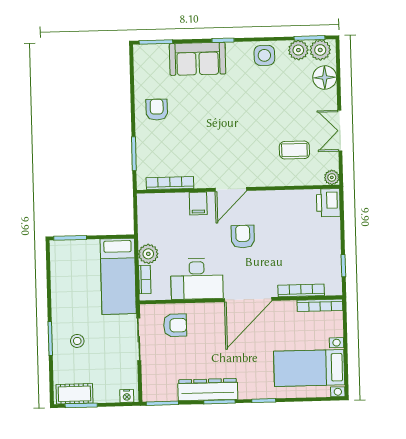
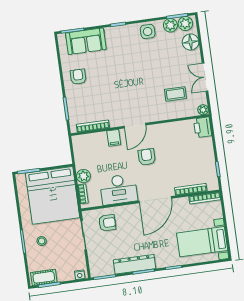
sofa: (198, 59) -> (86, 41), moved
bed: (118, 276) -> (53, 195), width x2.04

